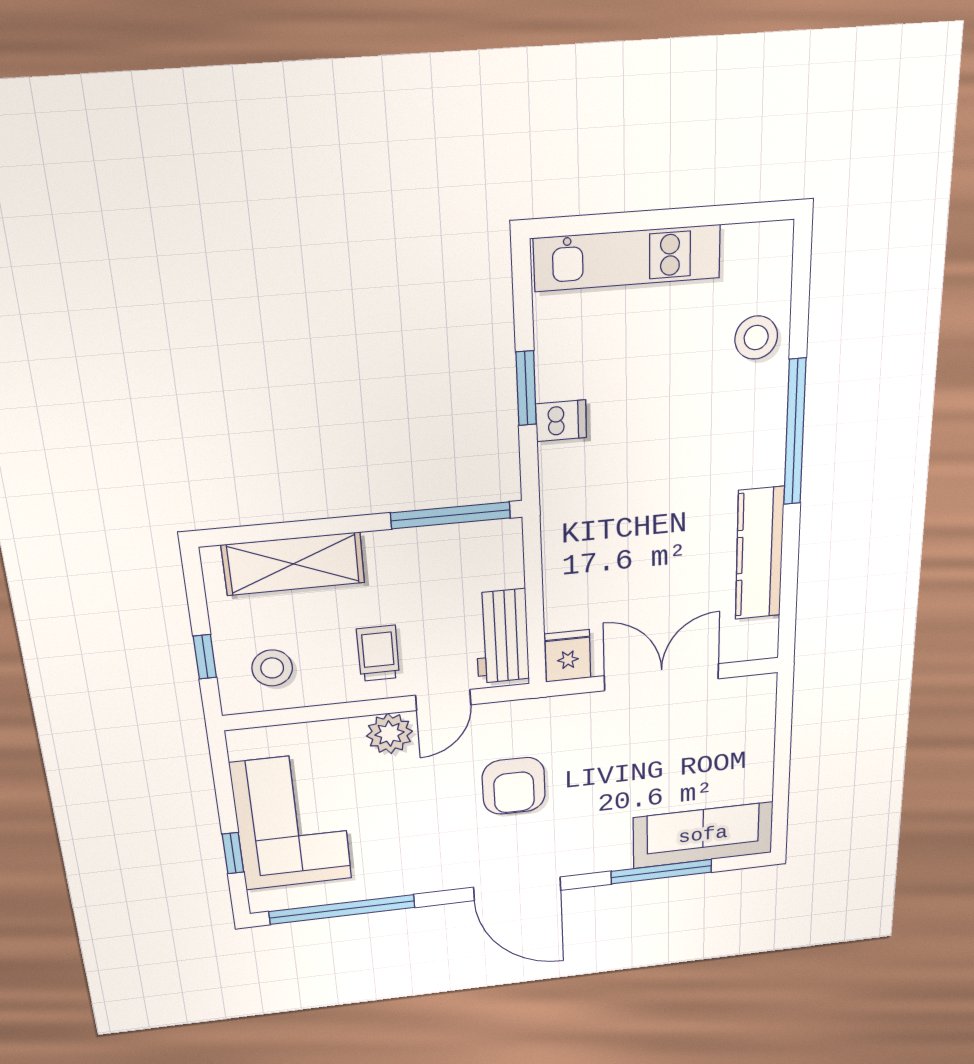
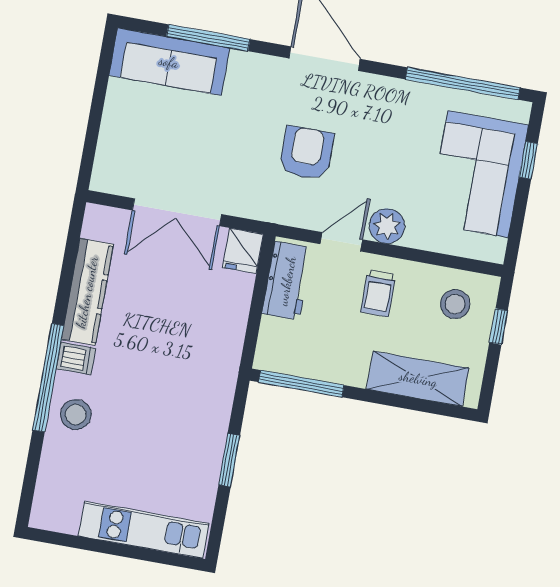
stool: (756, 338) -> (76, 415), moved
dishwasher: (561, 421) -> (76, 358), moved, turned 180

